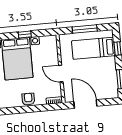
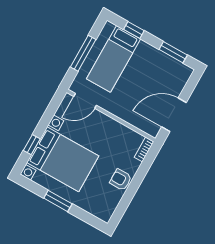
window: (25, 34) -> (32, 145), moved
door: (61, 74) -> (85, 101), moved

